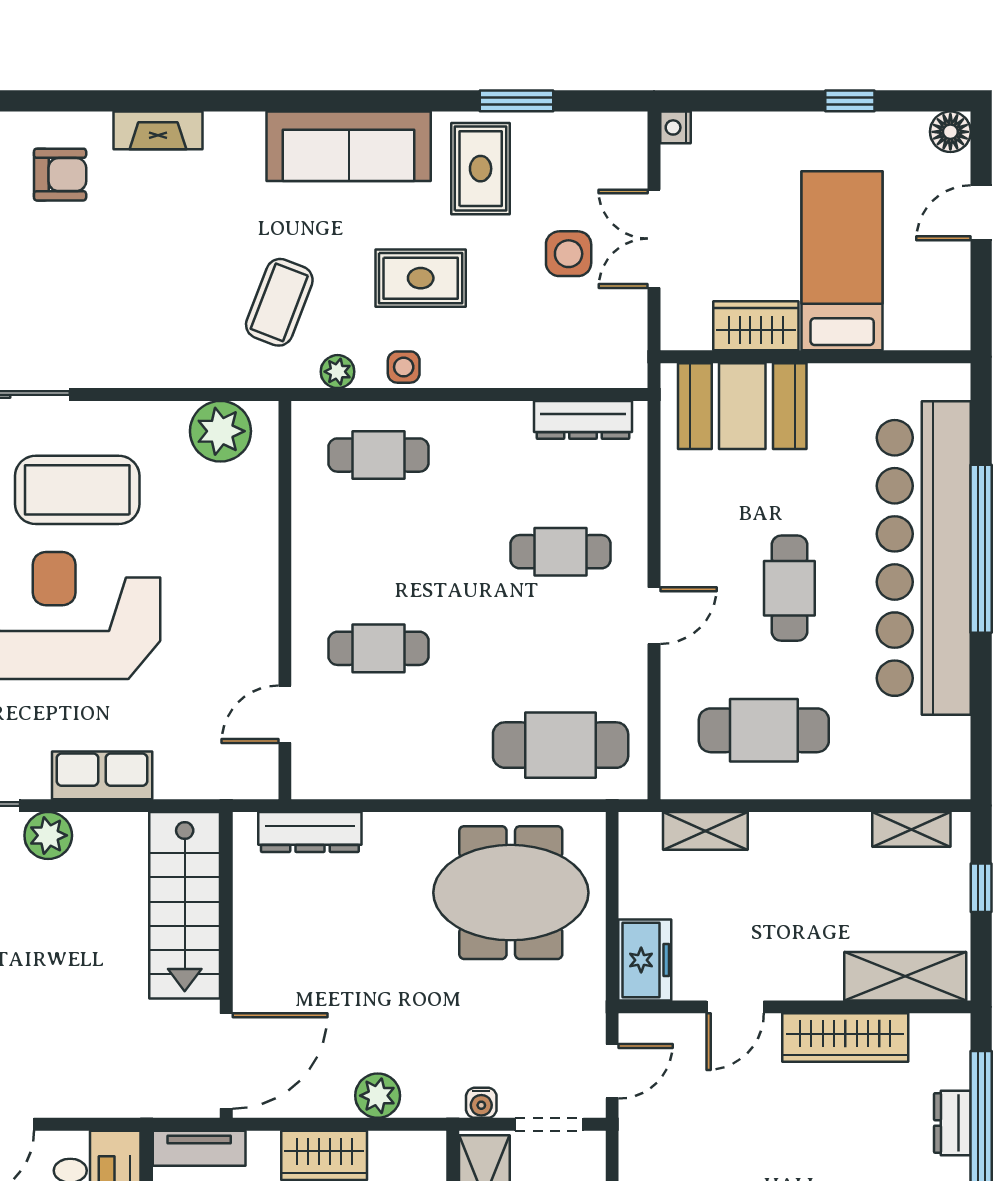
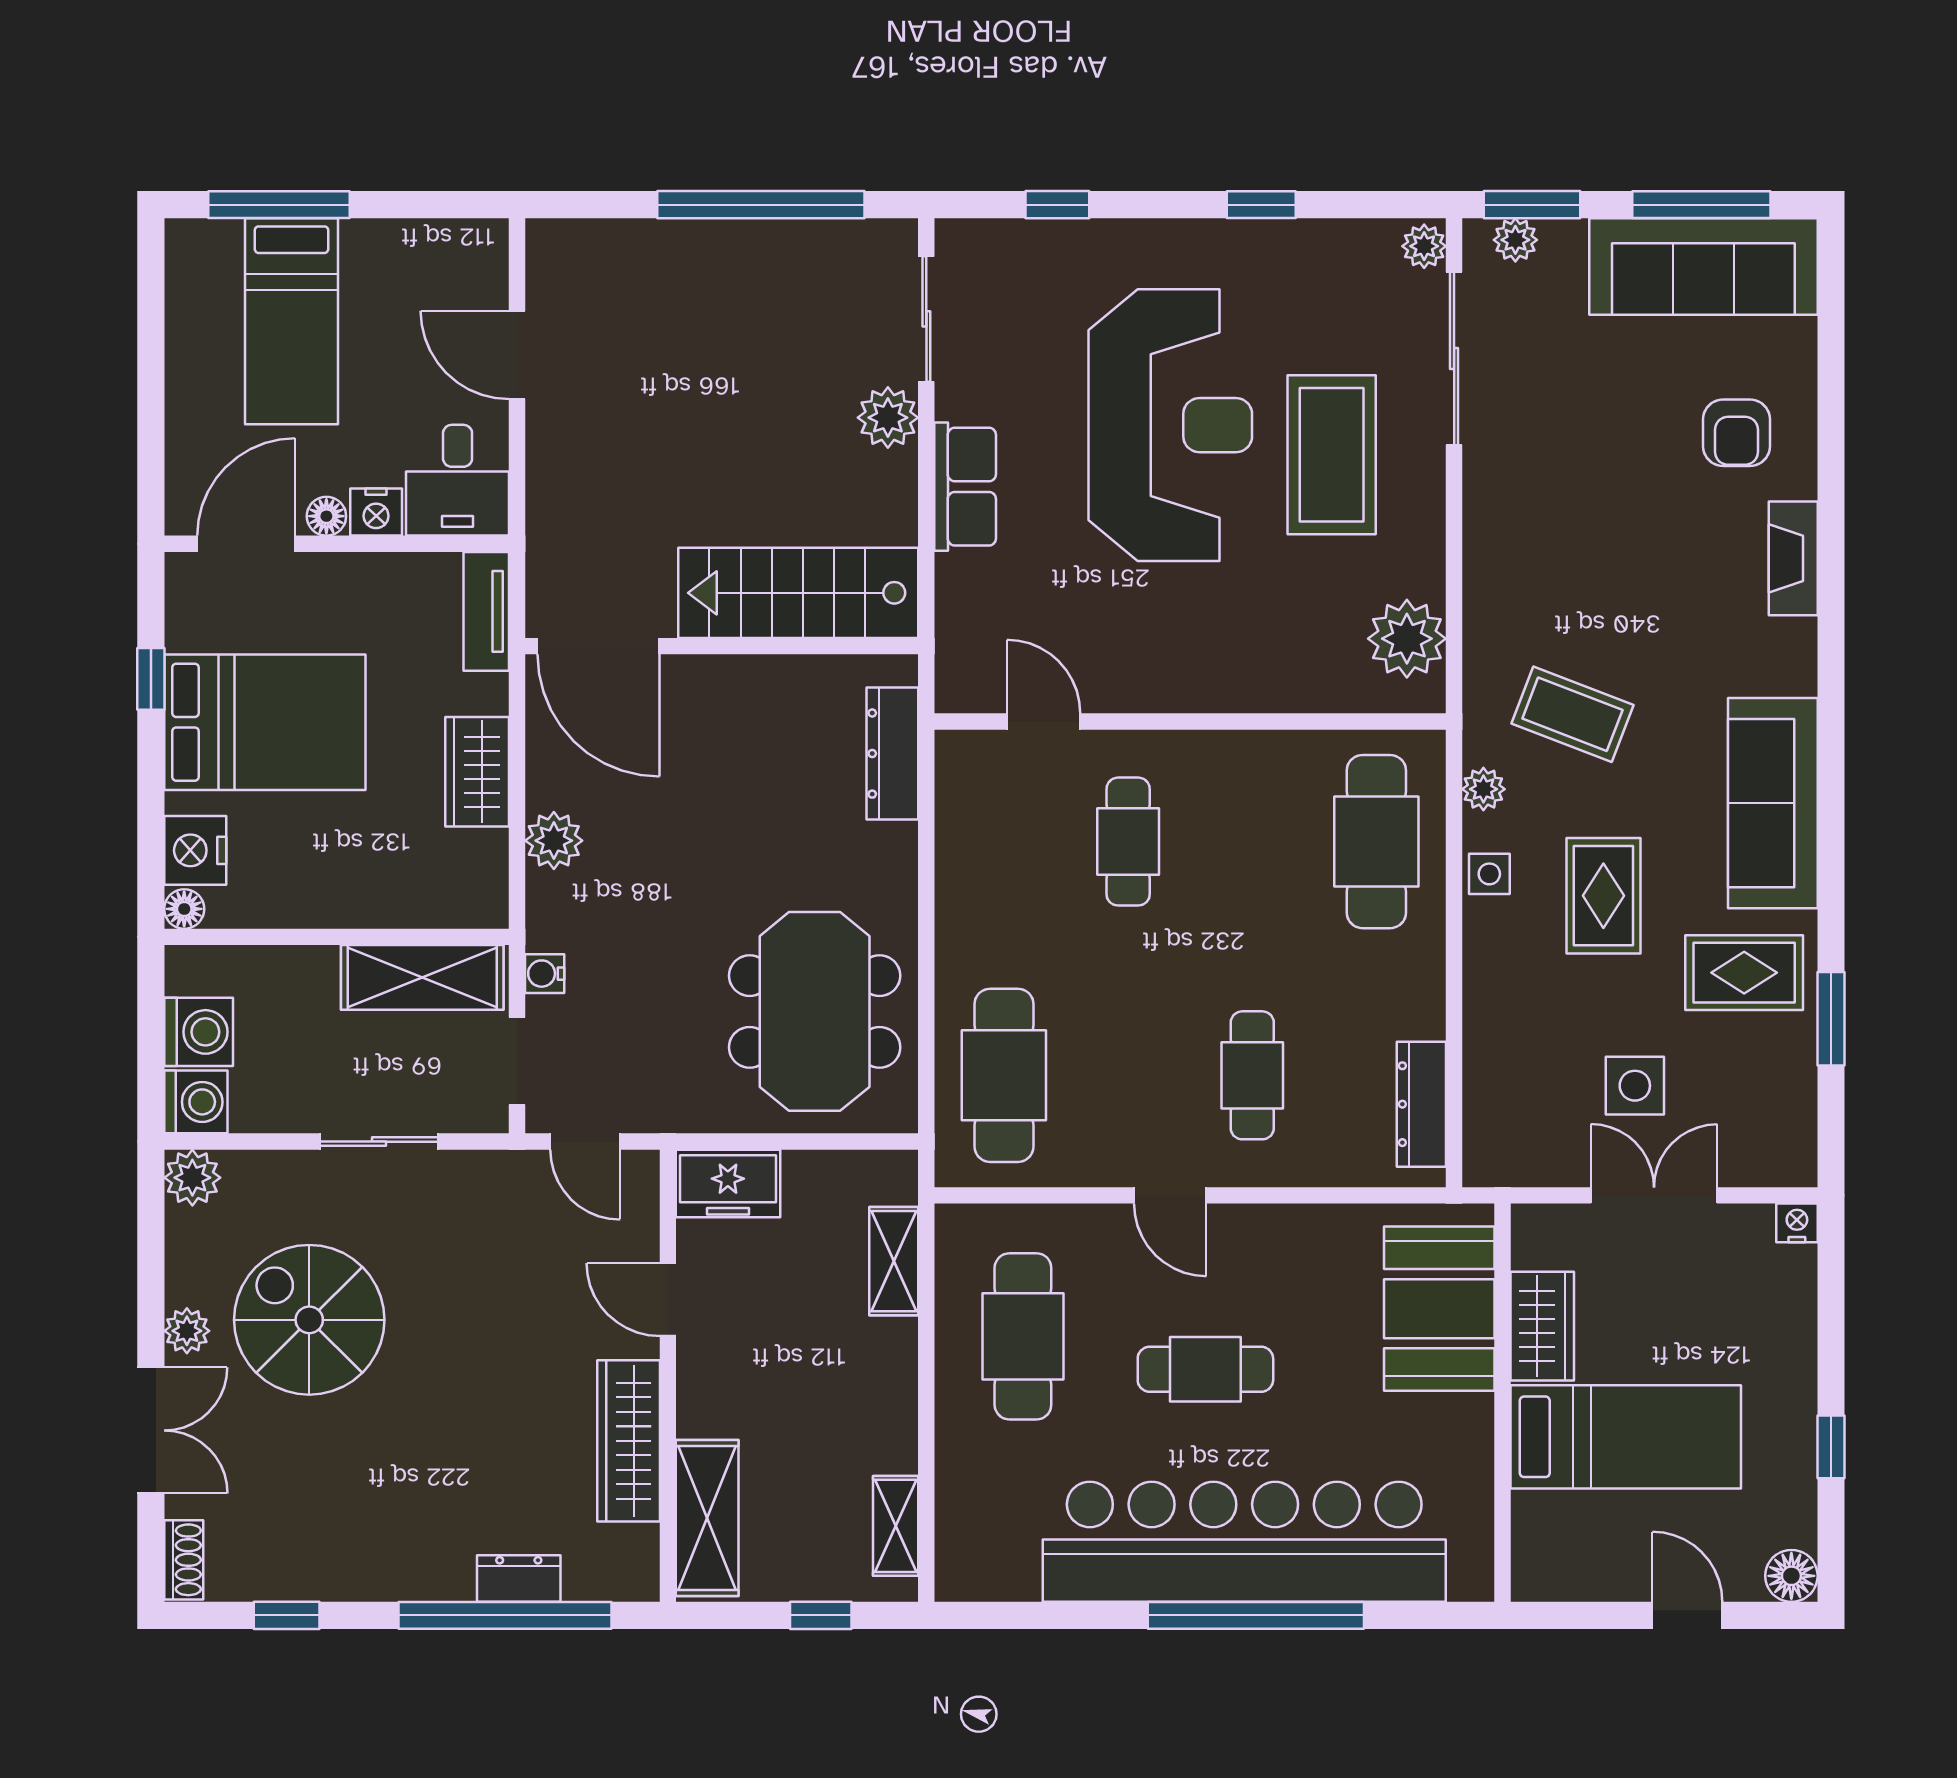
cafe table: (378, 455) -> (1376, 842), width x1.37, depth x1.35

